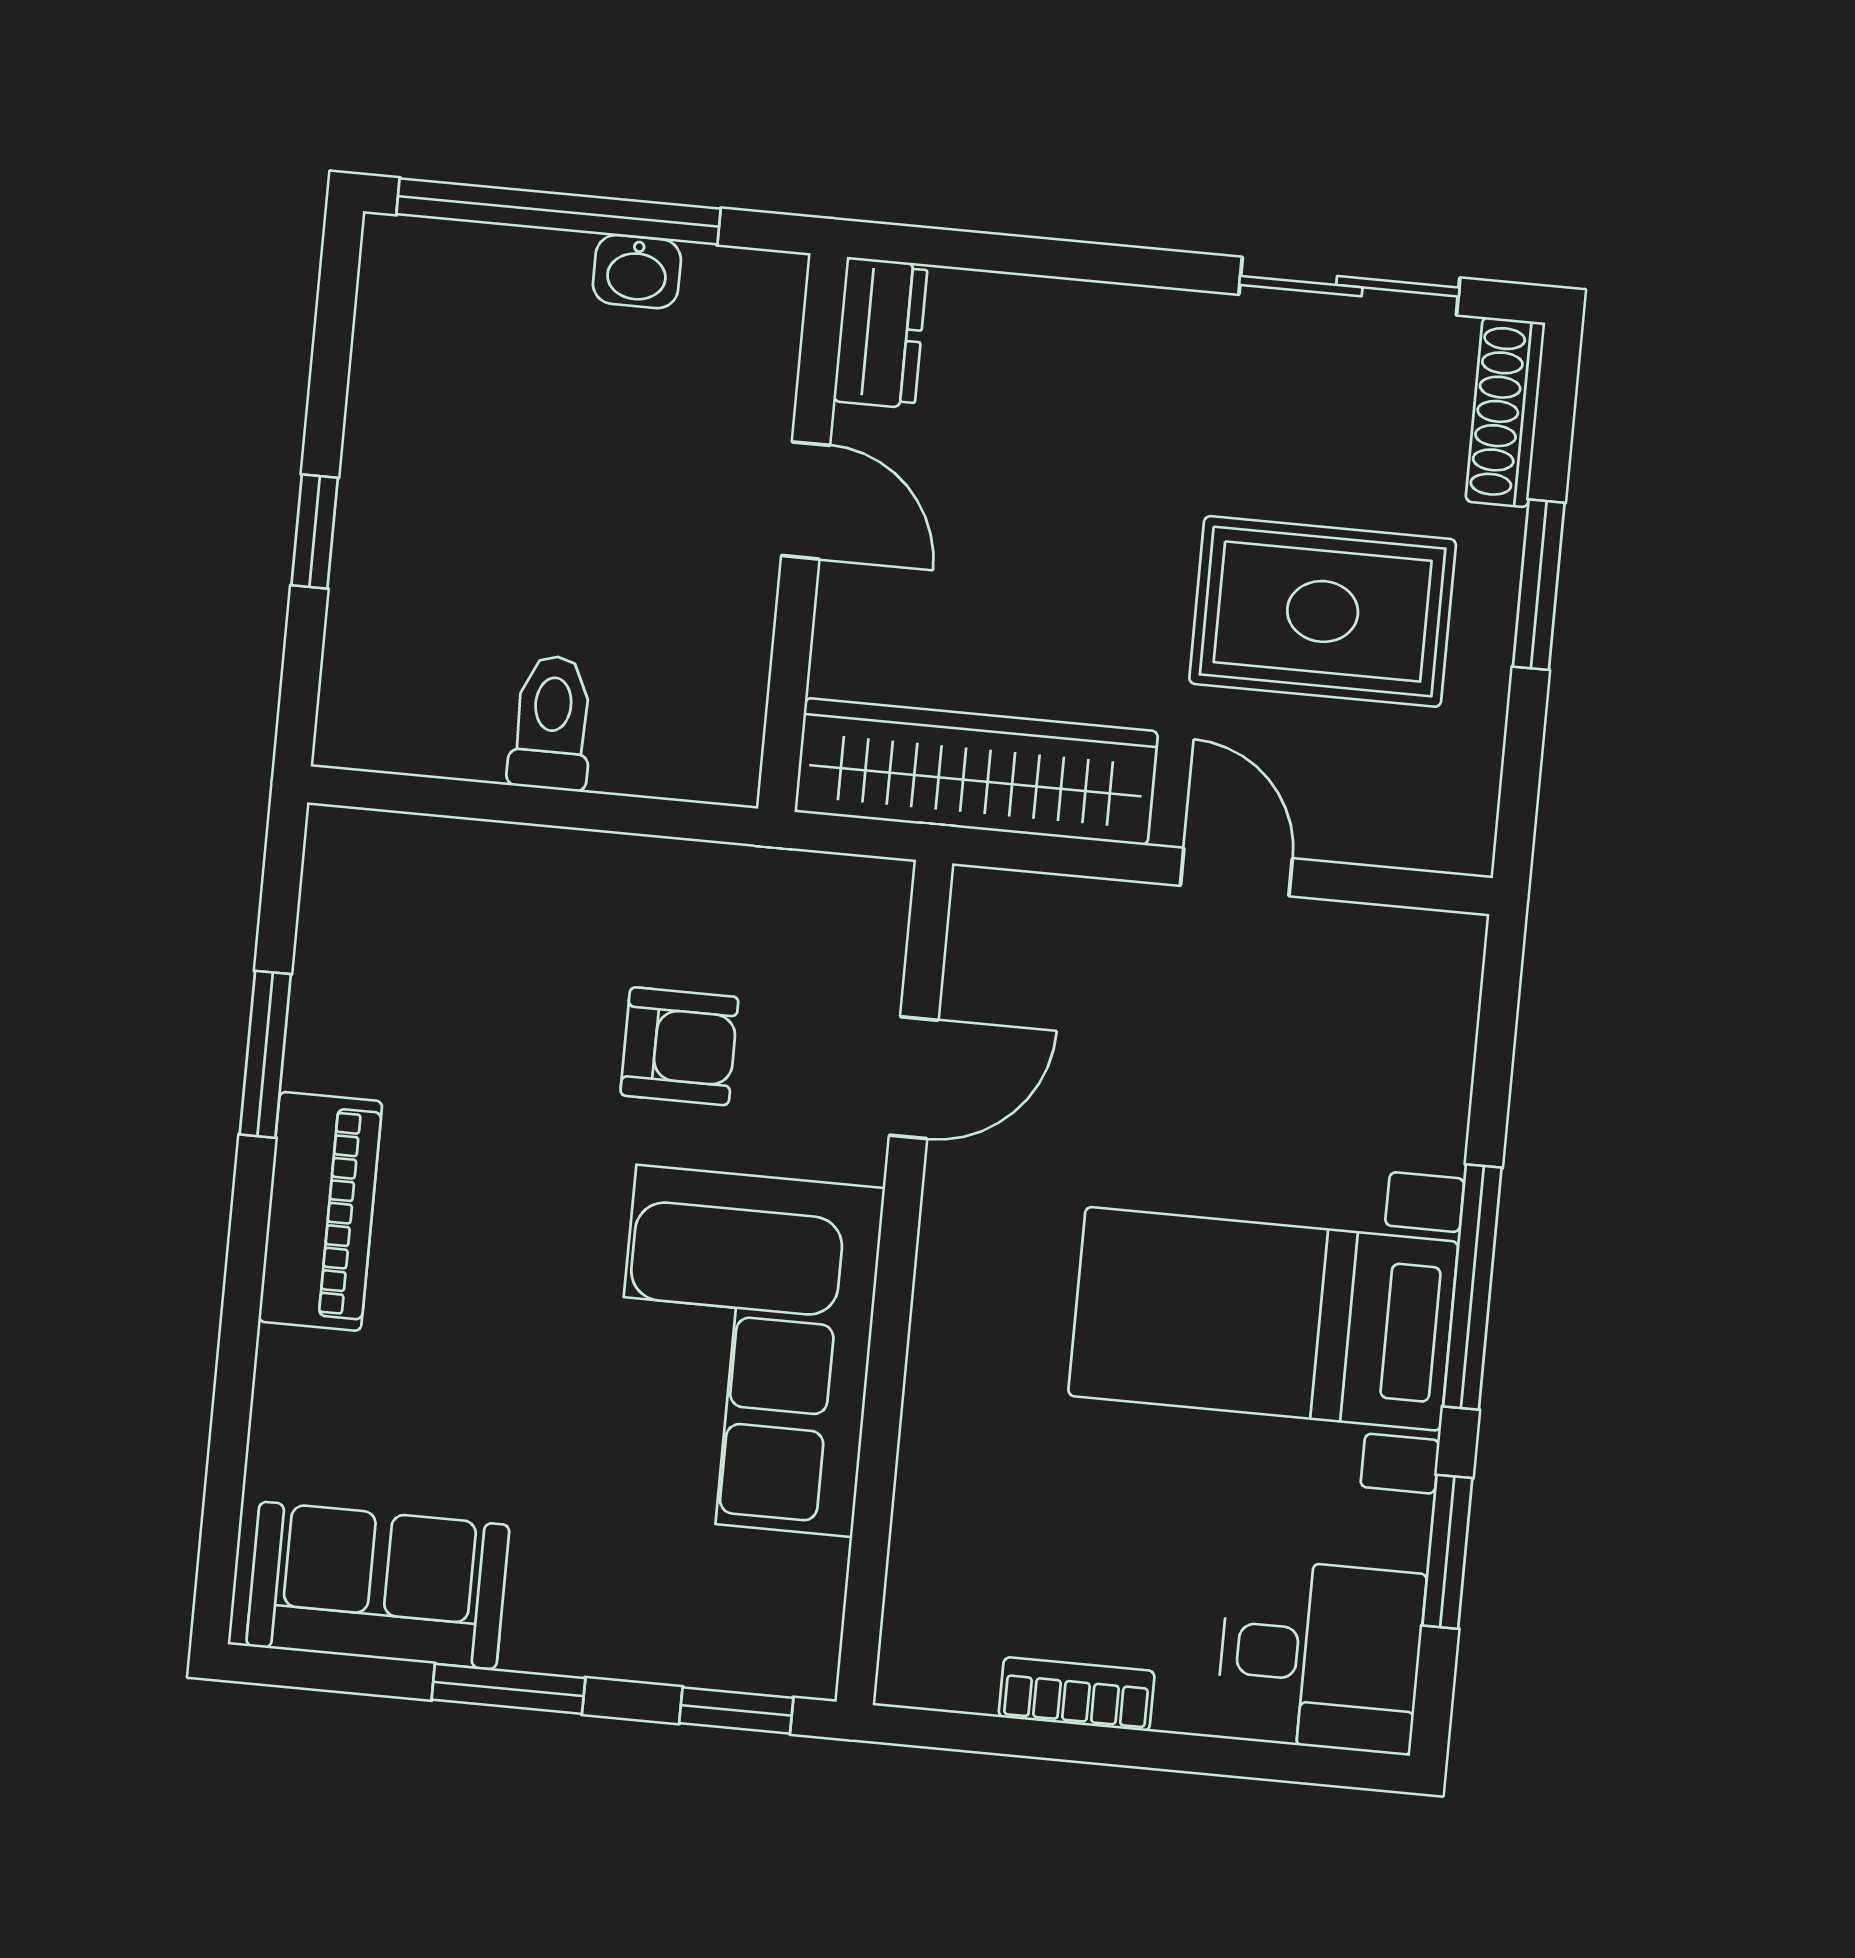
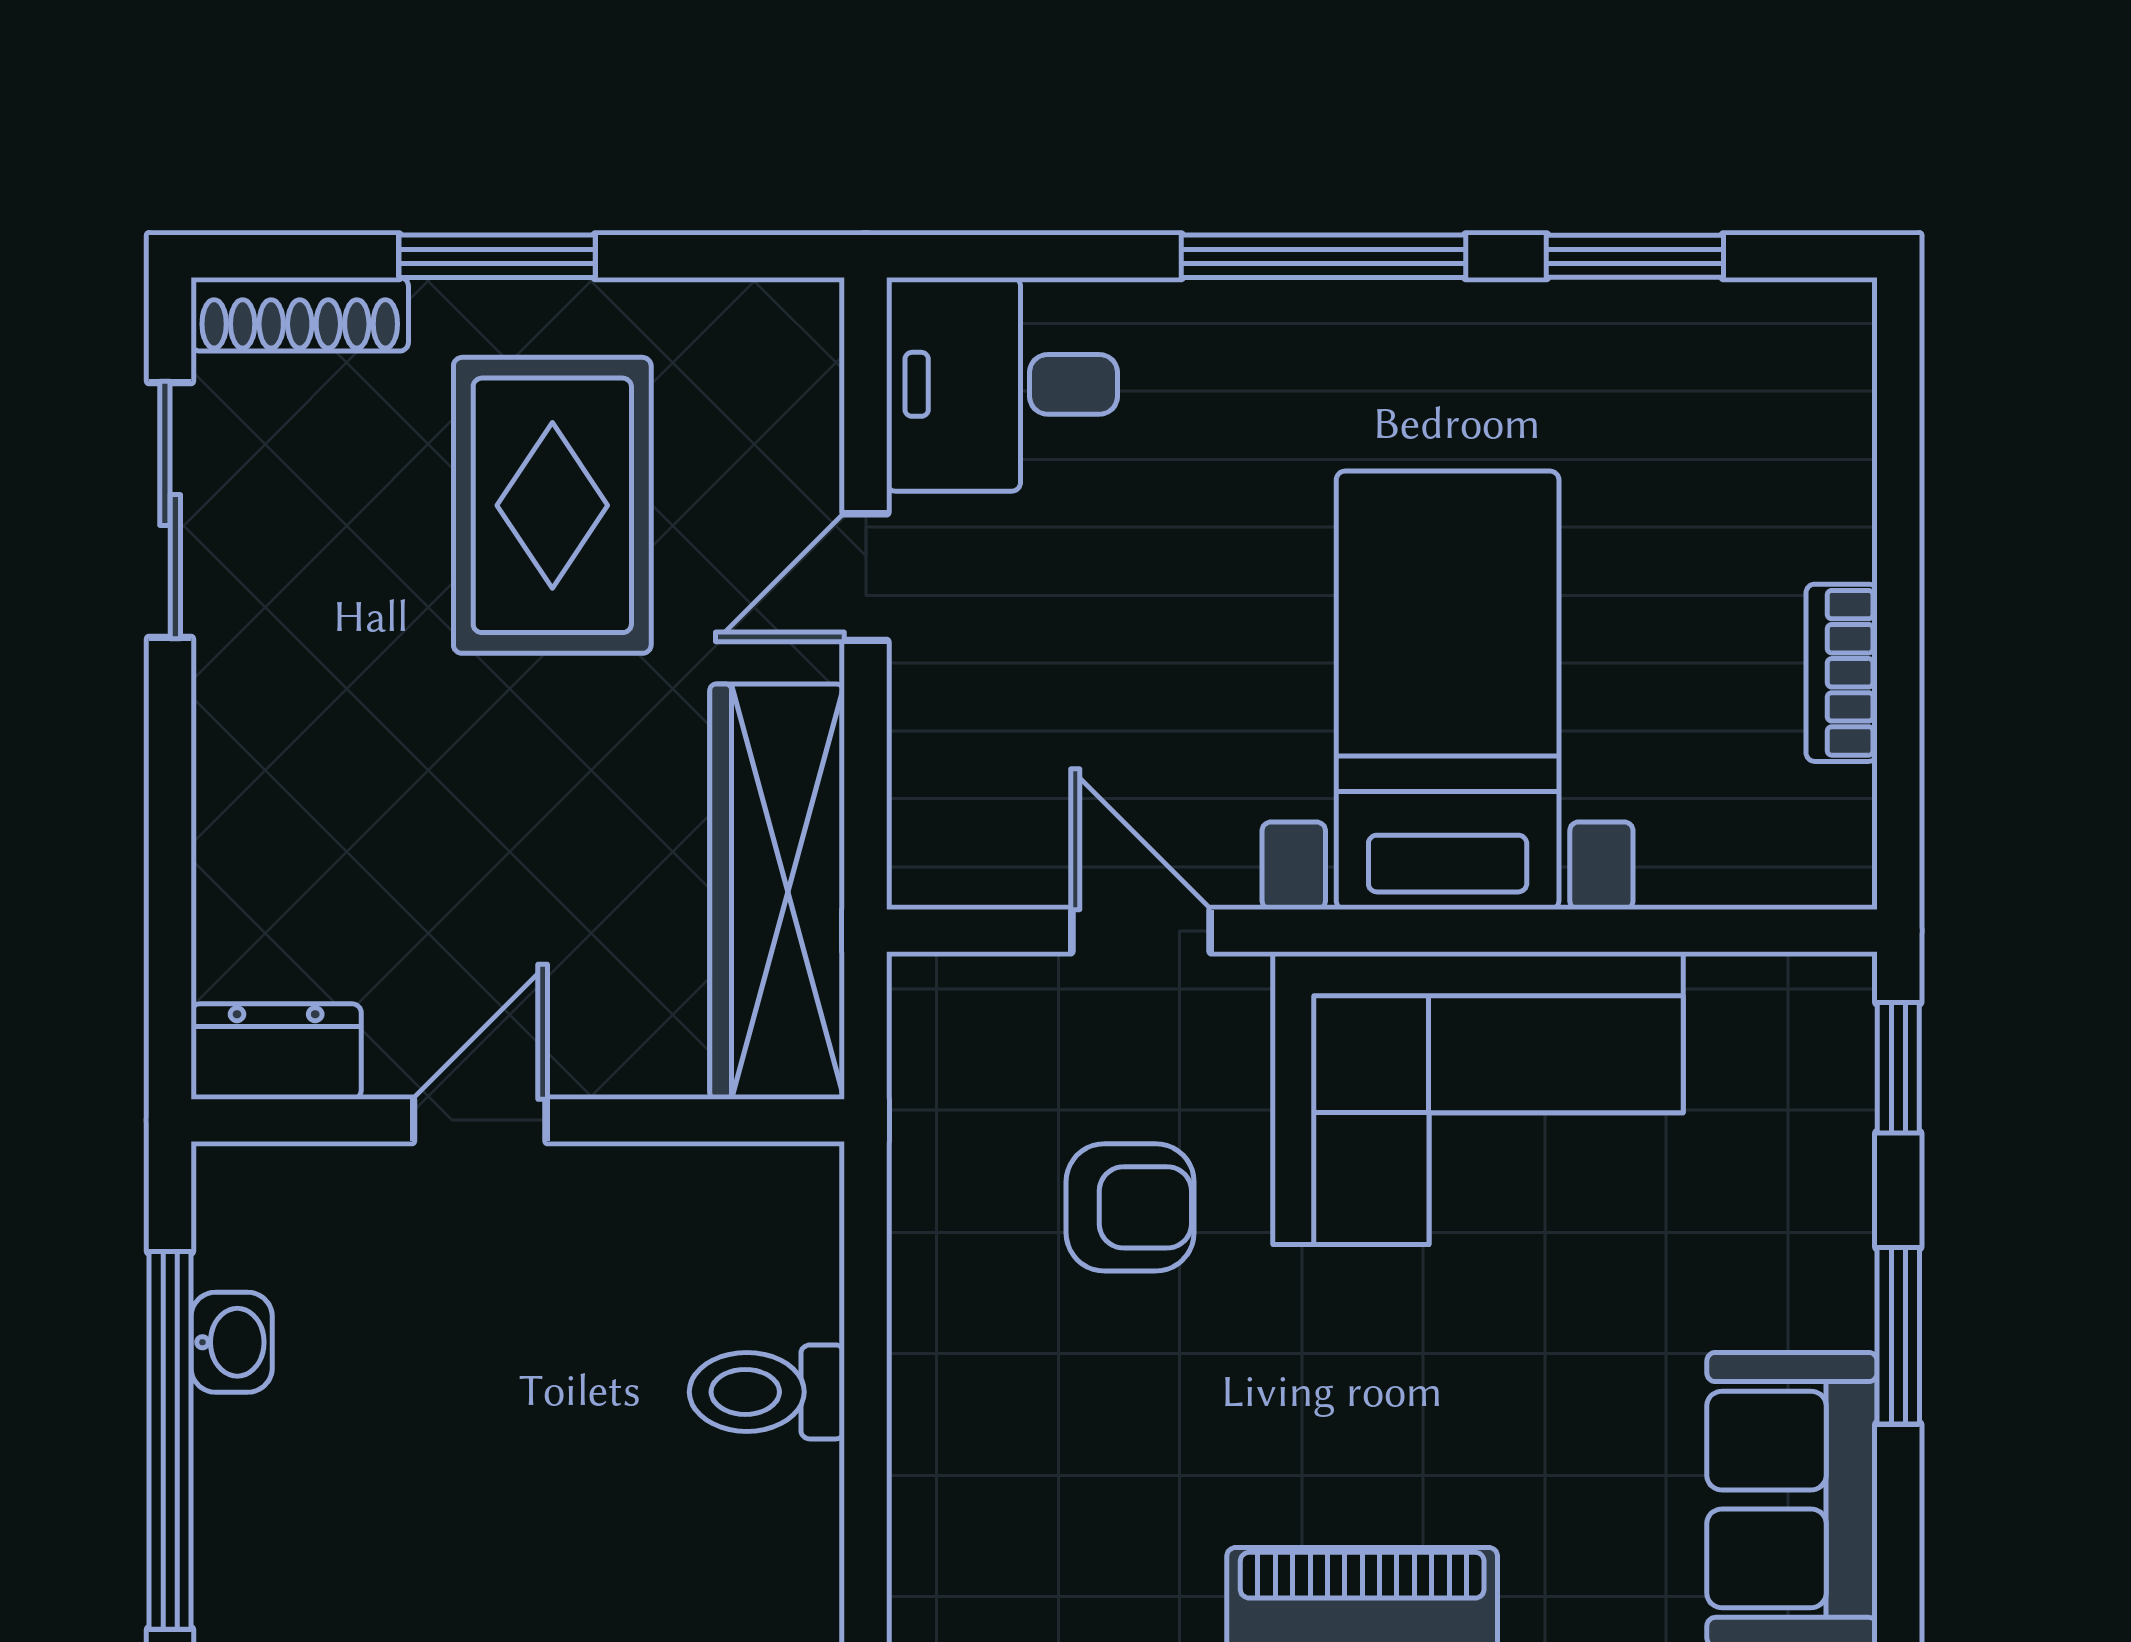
armchair: (679, 1046) -> (1130, 1207), turned 90
bed with nightstands: (1263, 1319) -> (1448, 690), moved, turned 180
desk: (1320, 1656) -> (1002, 384), moved, turned -90

